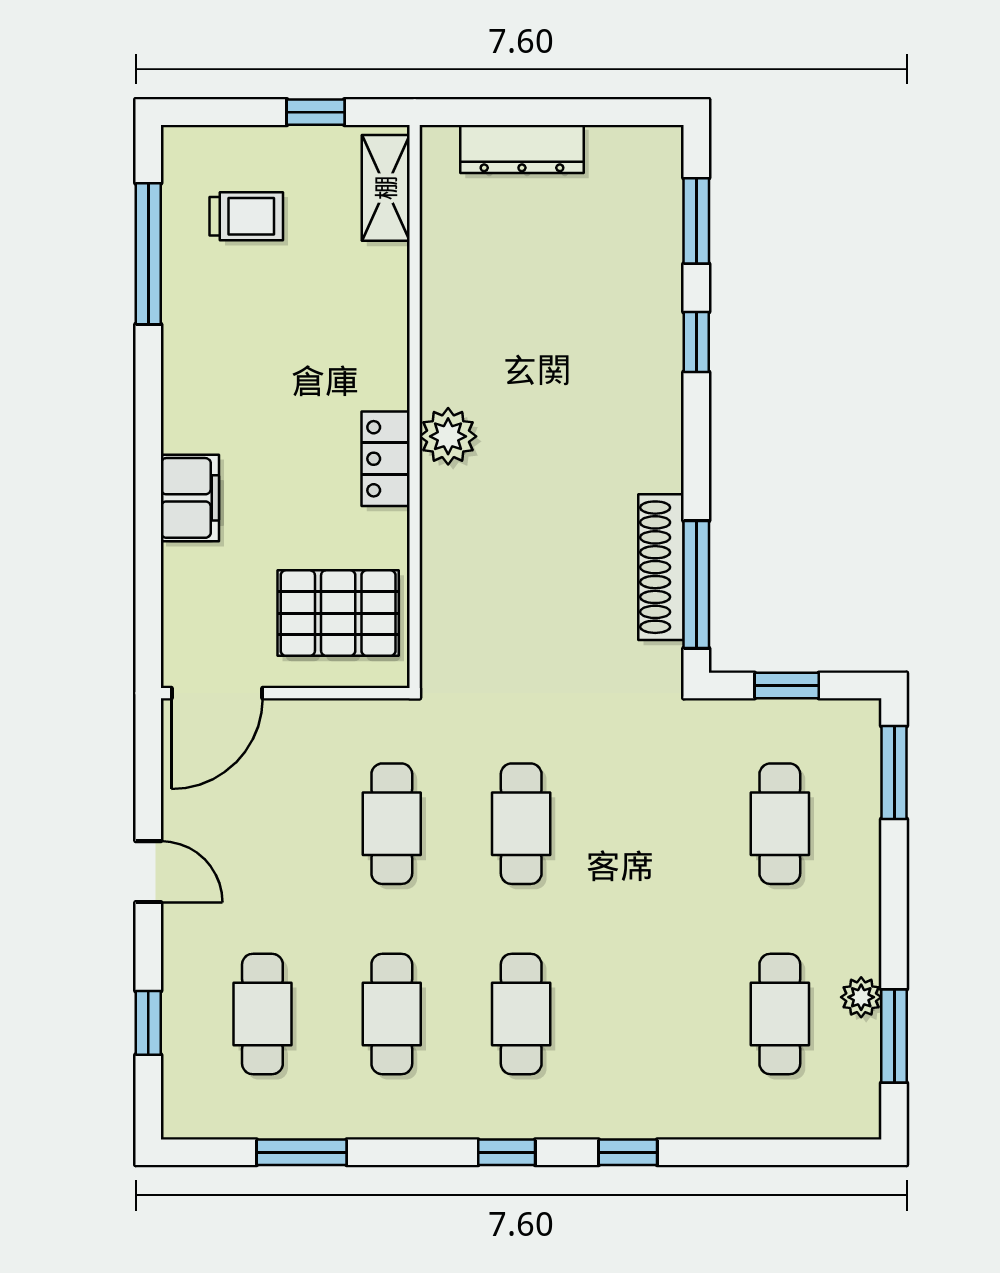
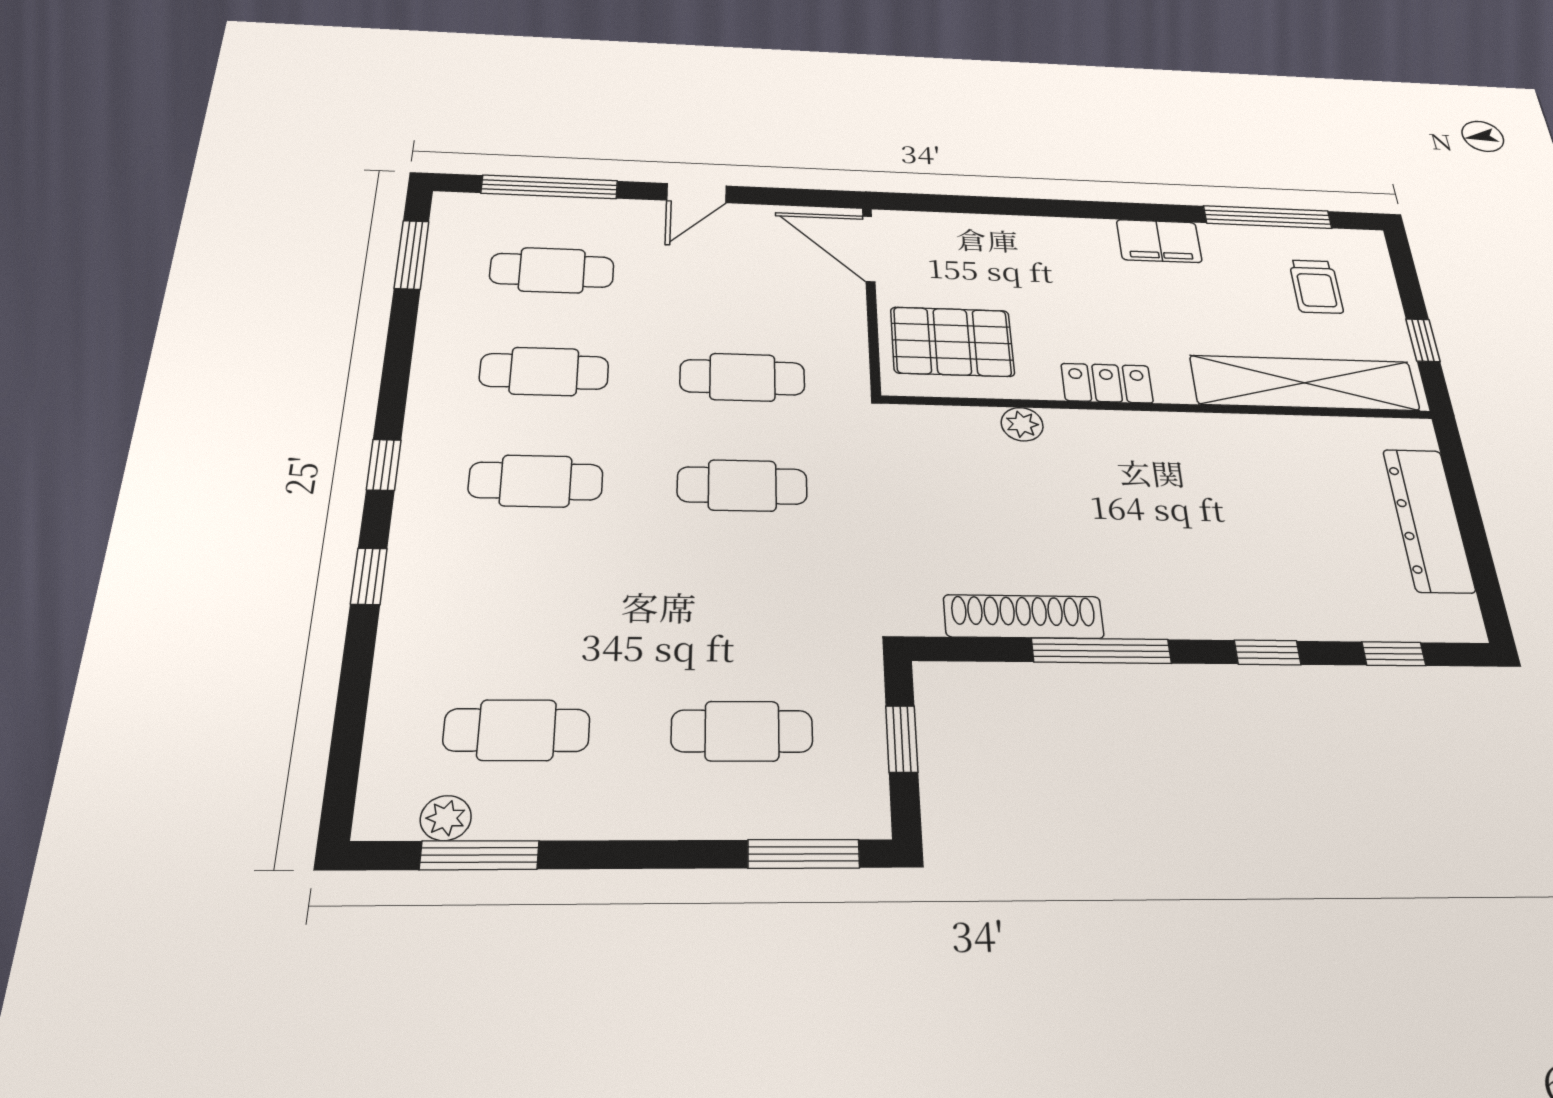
dresser: (522, 149) -> (1428, 520), width x1.37, depth x1.24
shelving: (386, 188) -> (1305, 383), width x2.20, depth x1.33
window: (696, 221) -> (1394, 654), width x0.67
plant: (448, 436) -> (1022, 424), moved, width x0.73, depth x0.73
filing cabinet: (190, 498) -> (1159, 241), moved
window: (696, 585) -> (1101, 651), moved
pallet: (338, 613) -> (952, 342), turned 90
plant: (861, 997) -> (446, 818), moved
window: (148, 1023) -> (550, 187), width x2.17
window: (302, 1152) -> (412, 255), moved

